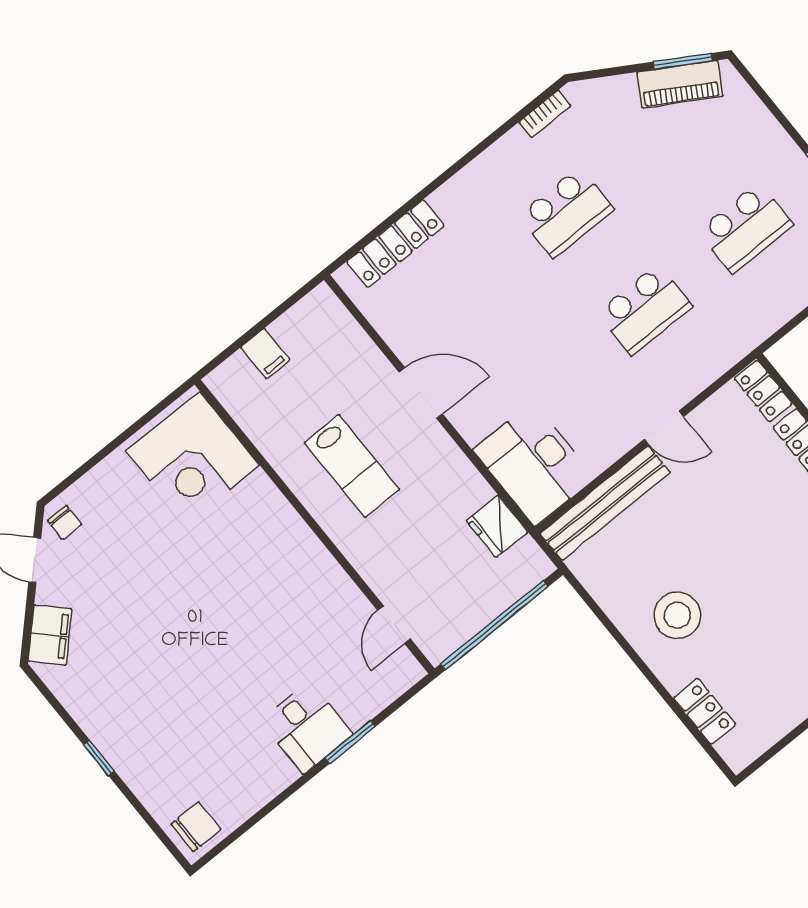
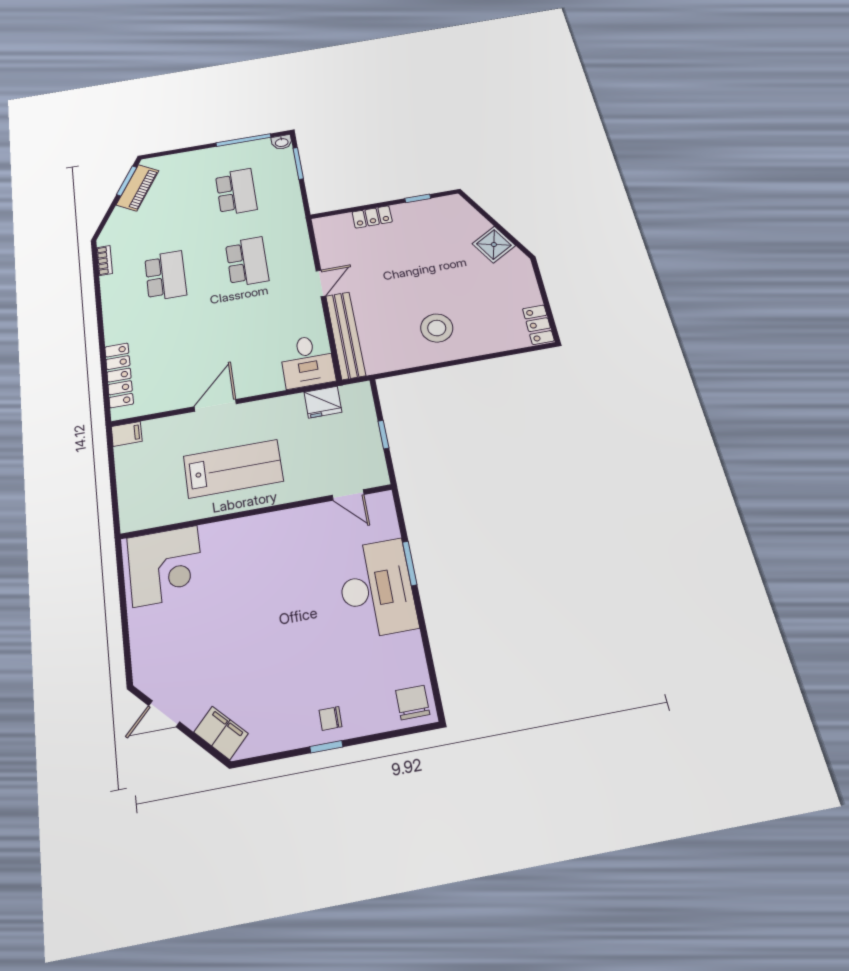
filing cabinet: (265, 354) -> (127, 434), moved
locker: (763, 391) -> (332, 224), removed
desk: (534, 464) -> (307, 361), width x0.73
lab bench: (352, 466) -> (233, 469), width x1.36, depth x1.39
chair: (65, 523) -> (331, 718), moved, turned 180
window: (494, 625) -> (383, 434), width x0.32
locker: (705, 711) -> (538, 325), moved, turned -90
desk: (306, 727) -> (376, 589), width x1.87, depth x1.30

